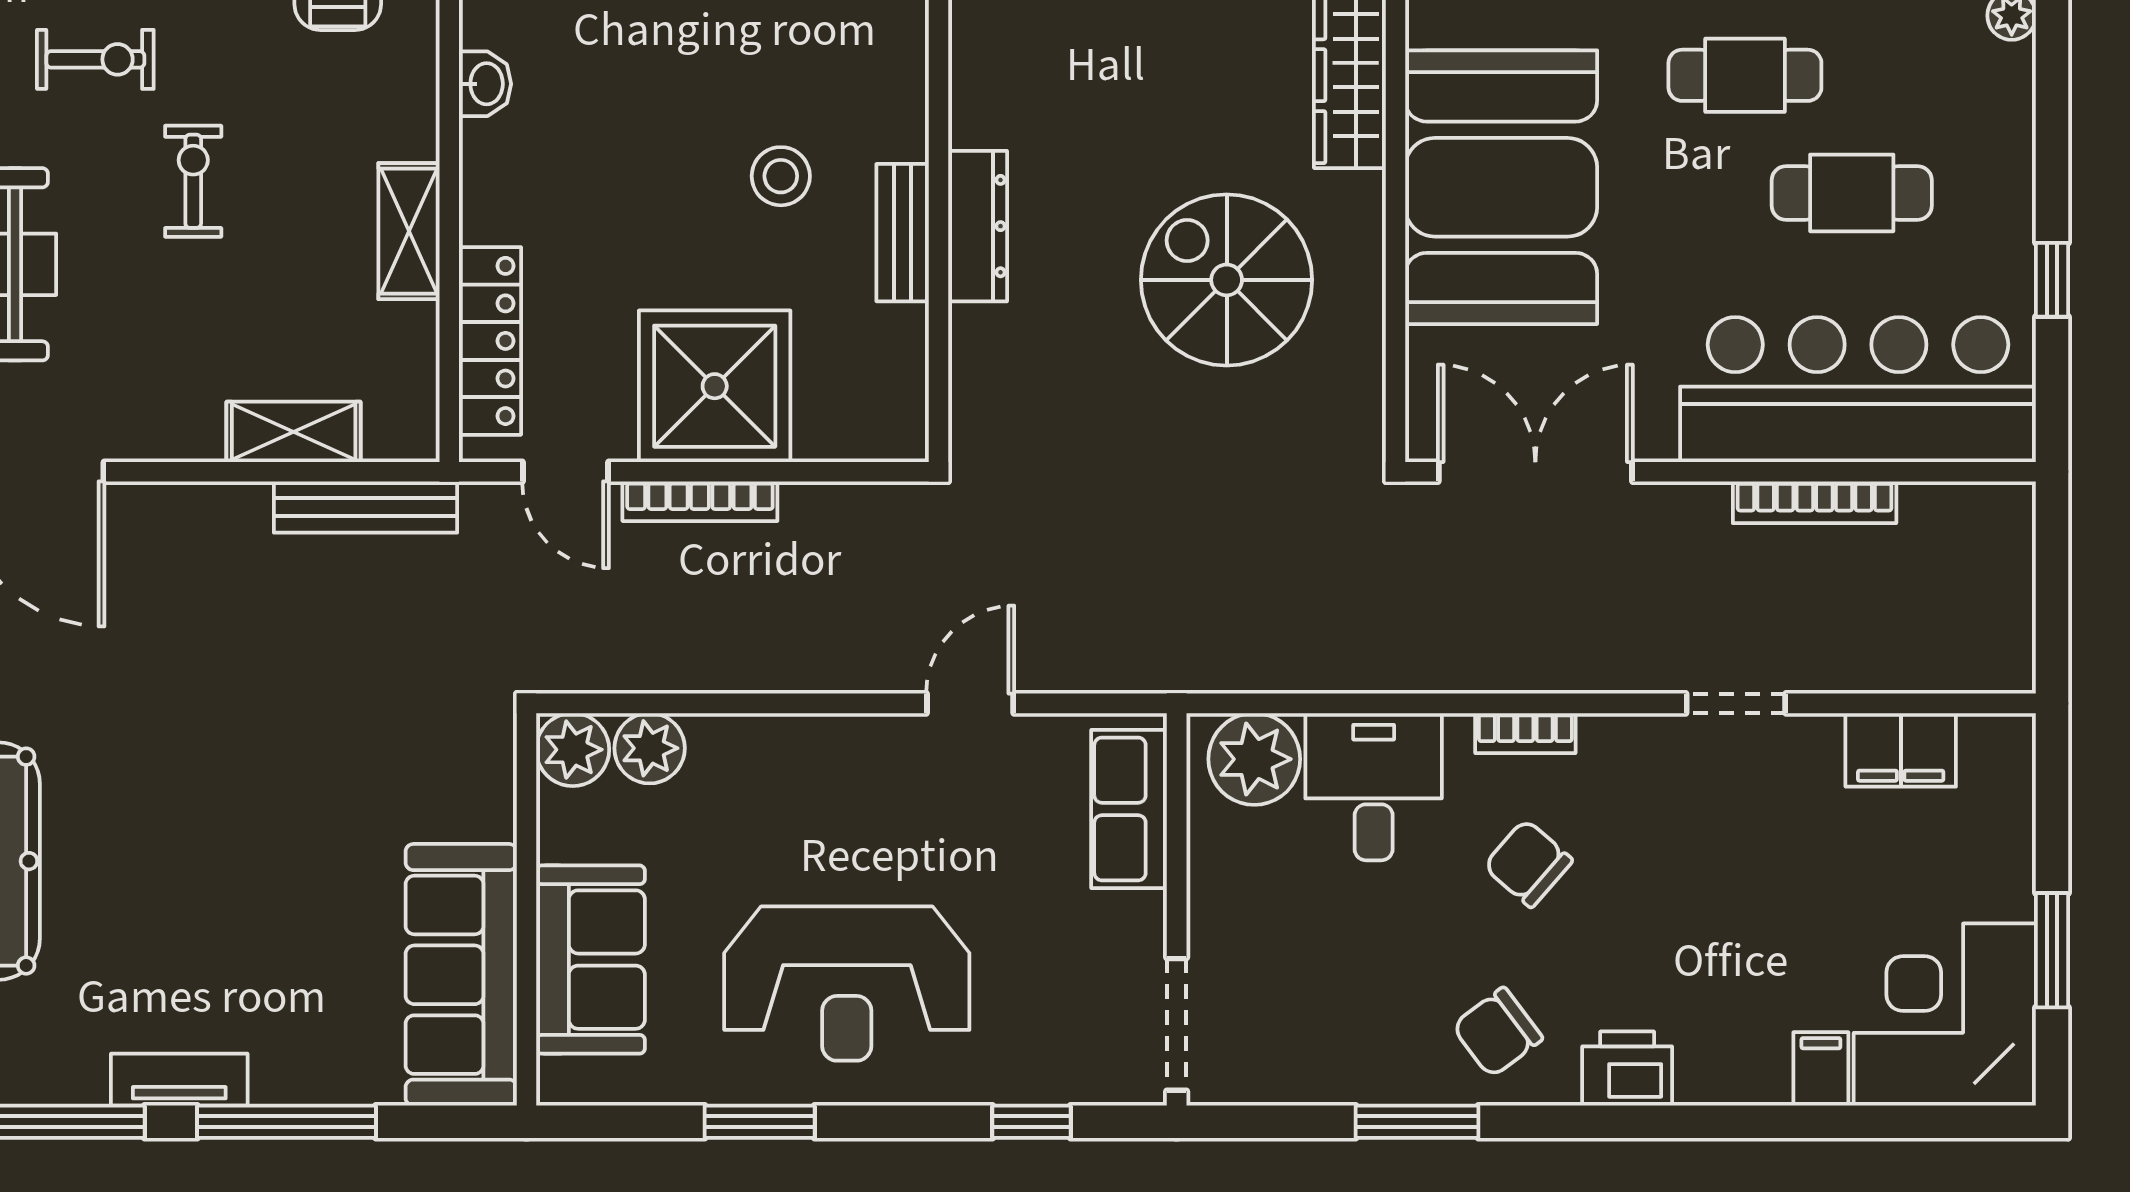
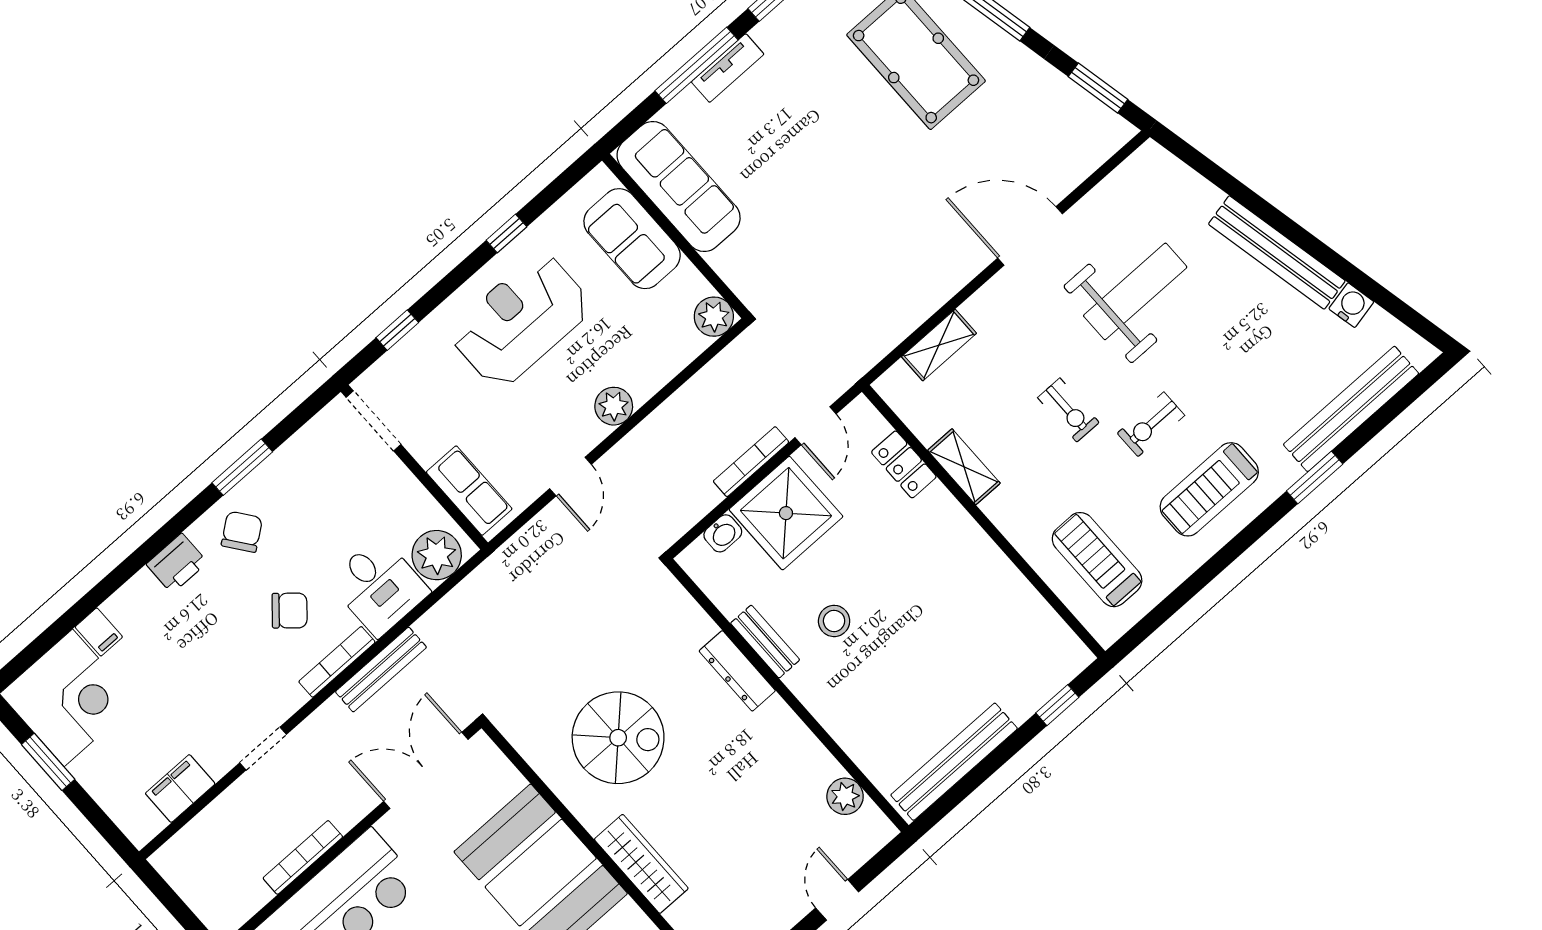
washbasin: (485, 84) -> (723, 533), moved, turned -90
locker: (490, 341) -> (904, 464), width x0.66
door: (565, 472) -> (816, 426), swing flipped
double door: (1535, 472) -> (426, 770), swing flipped
bench: (366, 507) -> (381, 670), moved
bookcase: (1525, 733) -> (337, 662), width x1.56
plant: (650, 748) -> (614, 406), moved
tv unit: (179, 1080) -> (728, 68), moved
window: (760, 1122) -> (506, 234), width x0.67

